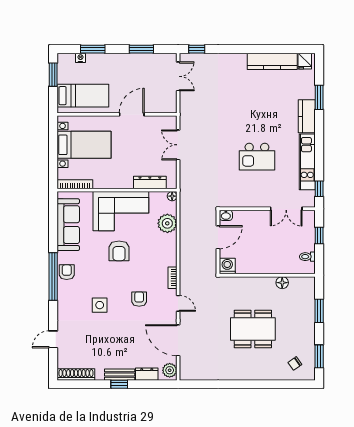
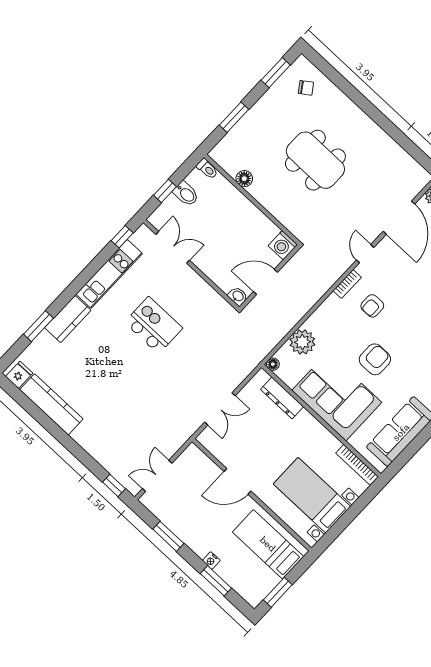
nightstand: (80, 58) -> (211, 561), moved
bidet: (306, 245) -> (186, 194), added
toilet: (307, 257) -> (207, 169), moved
armchair: (139, 299) -> (372, 306), moved

